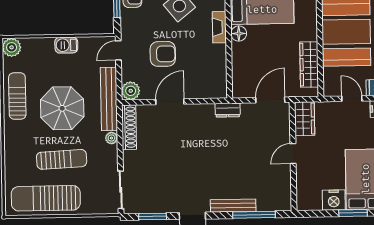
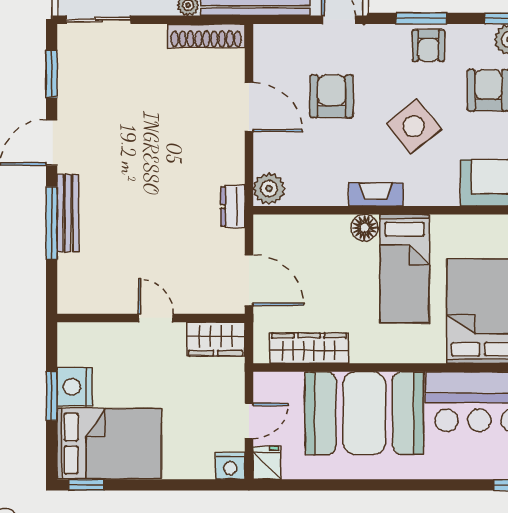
armchair: (163, 54) -> (332, 96), turned 180
plant: (131, 91) -> (269, 189), moved
window: (353, 213) -> (52, 396), moved
window: (254, 215) -> (52, 223), moved

